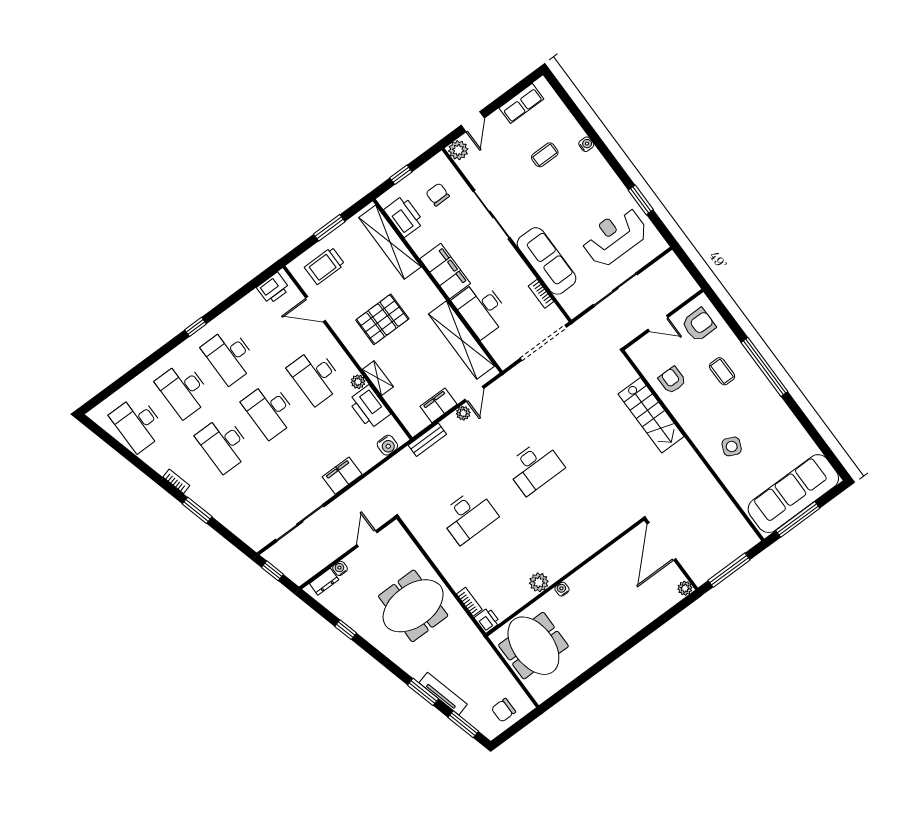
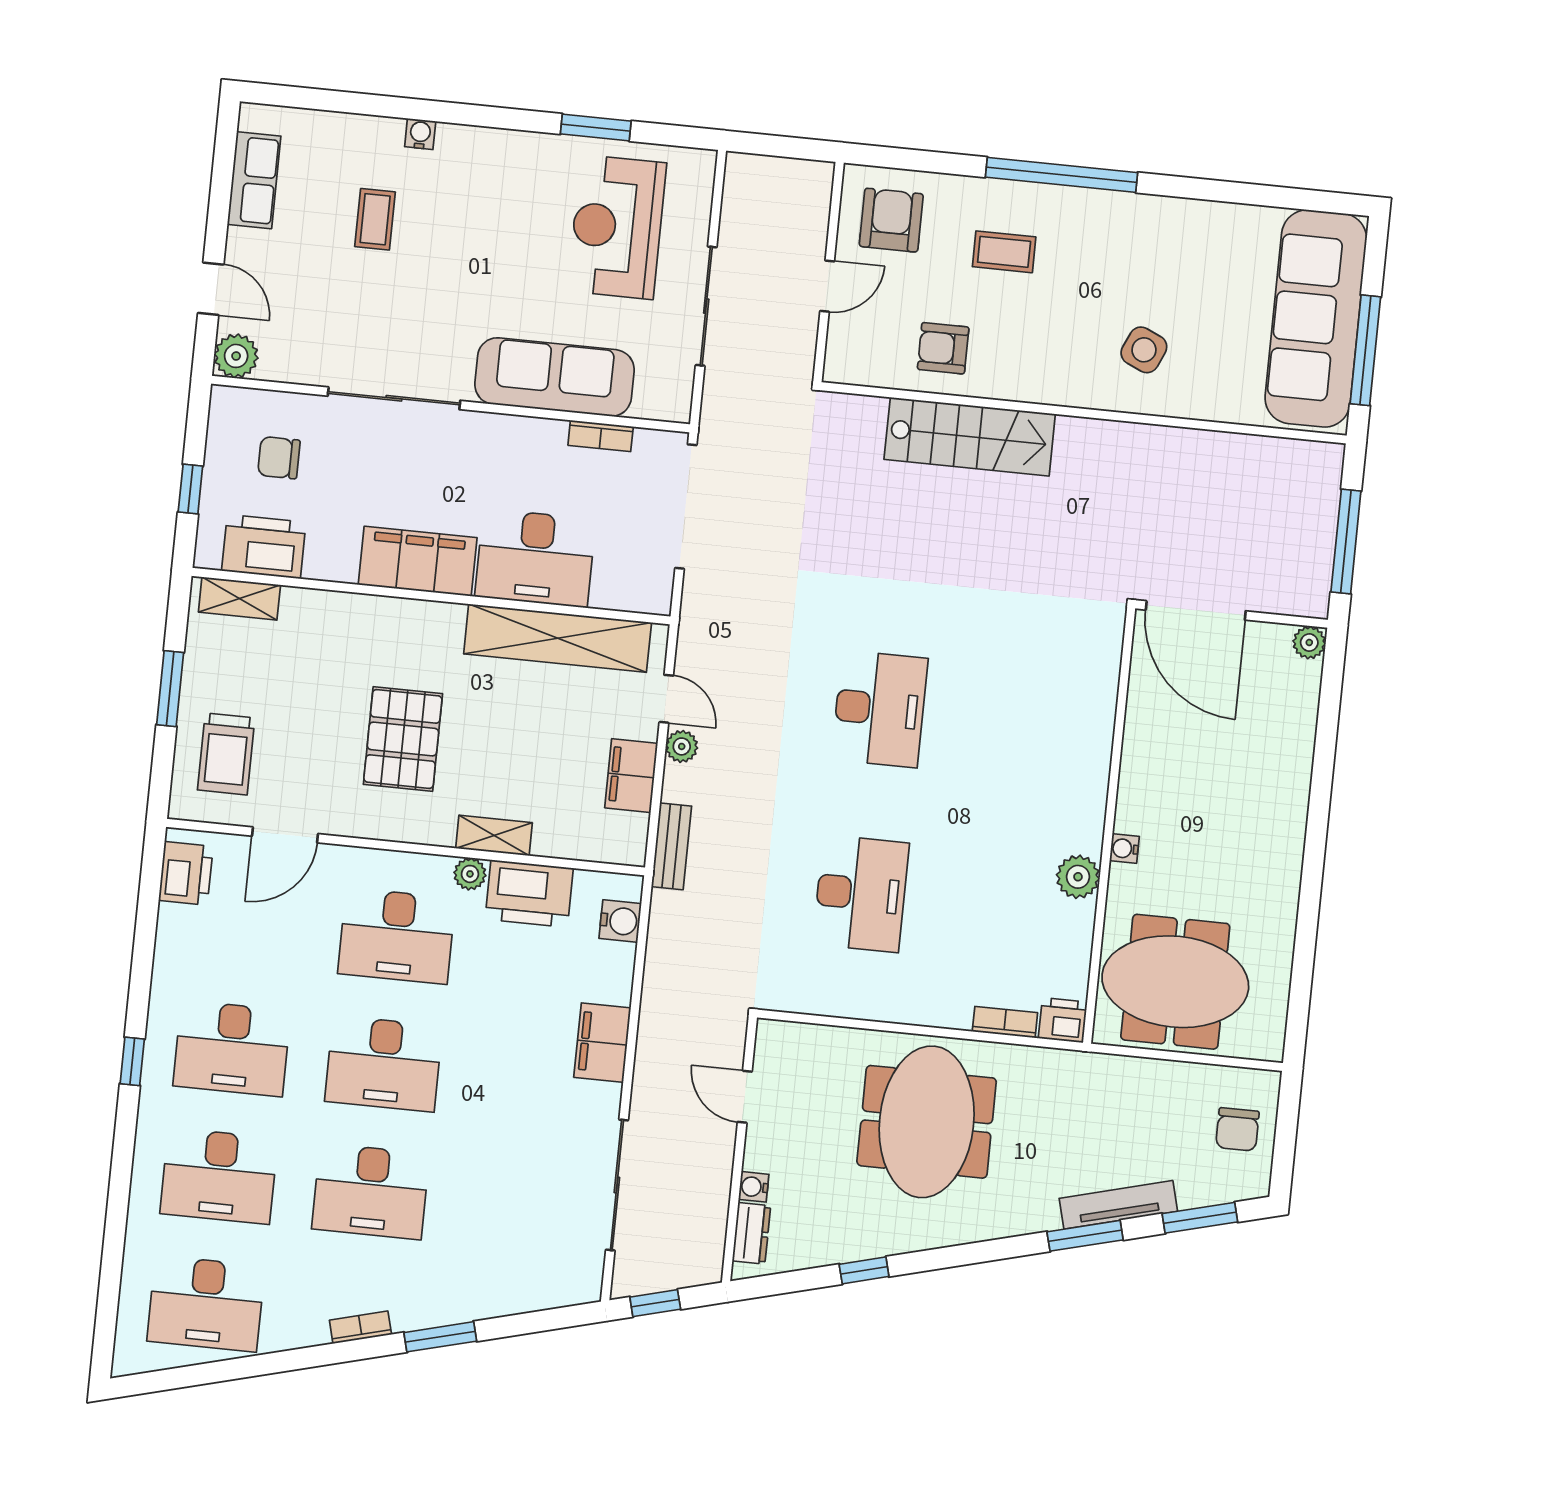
shelving: (390, 242) -> (239, 599), width x0.45, depth x0.75

